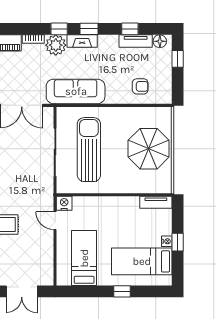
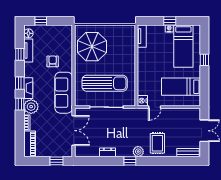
armchair: (140, 86) -> (53, 61), moved
parasol: (149, 149) -> (92, 47), moved
sun lounger: (89, 150) -> (105, 83), turned 180

